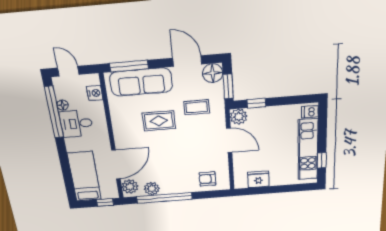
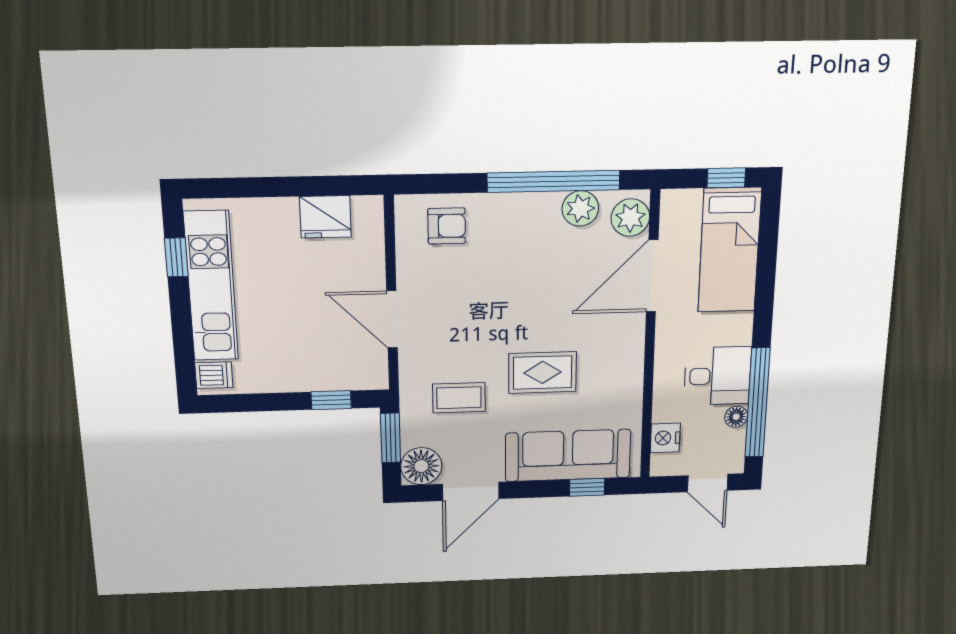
door: (187, 61) -> (471, 491), hinge flipped
window: (129, 66) -> (587, 487), width x0.46
plant: (239, 117) -> (370, 373), removed
window: (105, 202) -> (726, 178), moved

